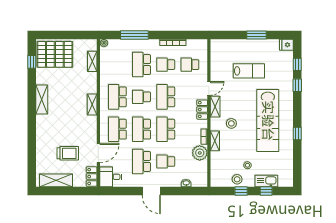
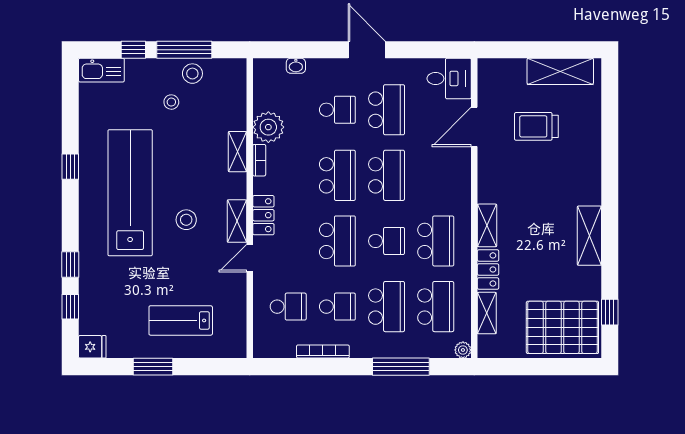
lab bench: (249, 71) -> (181, 320), moved
stool: (231, 123) -> (186, 220), moved
school desk: (117, 129) -> (436, 307), moved
locker: (92, 177) -> (488, 269), moved
kitchen sink: (266, 181) -> (101, 70), moved
window: (241, 191) -> (184, 50), width x2.17

